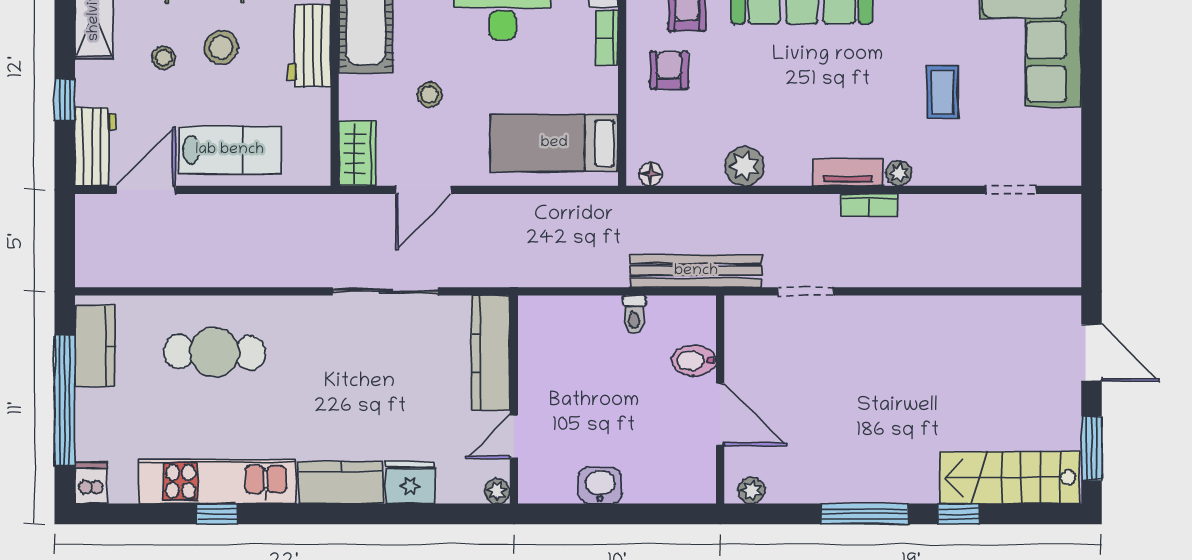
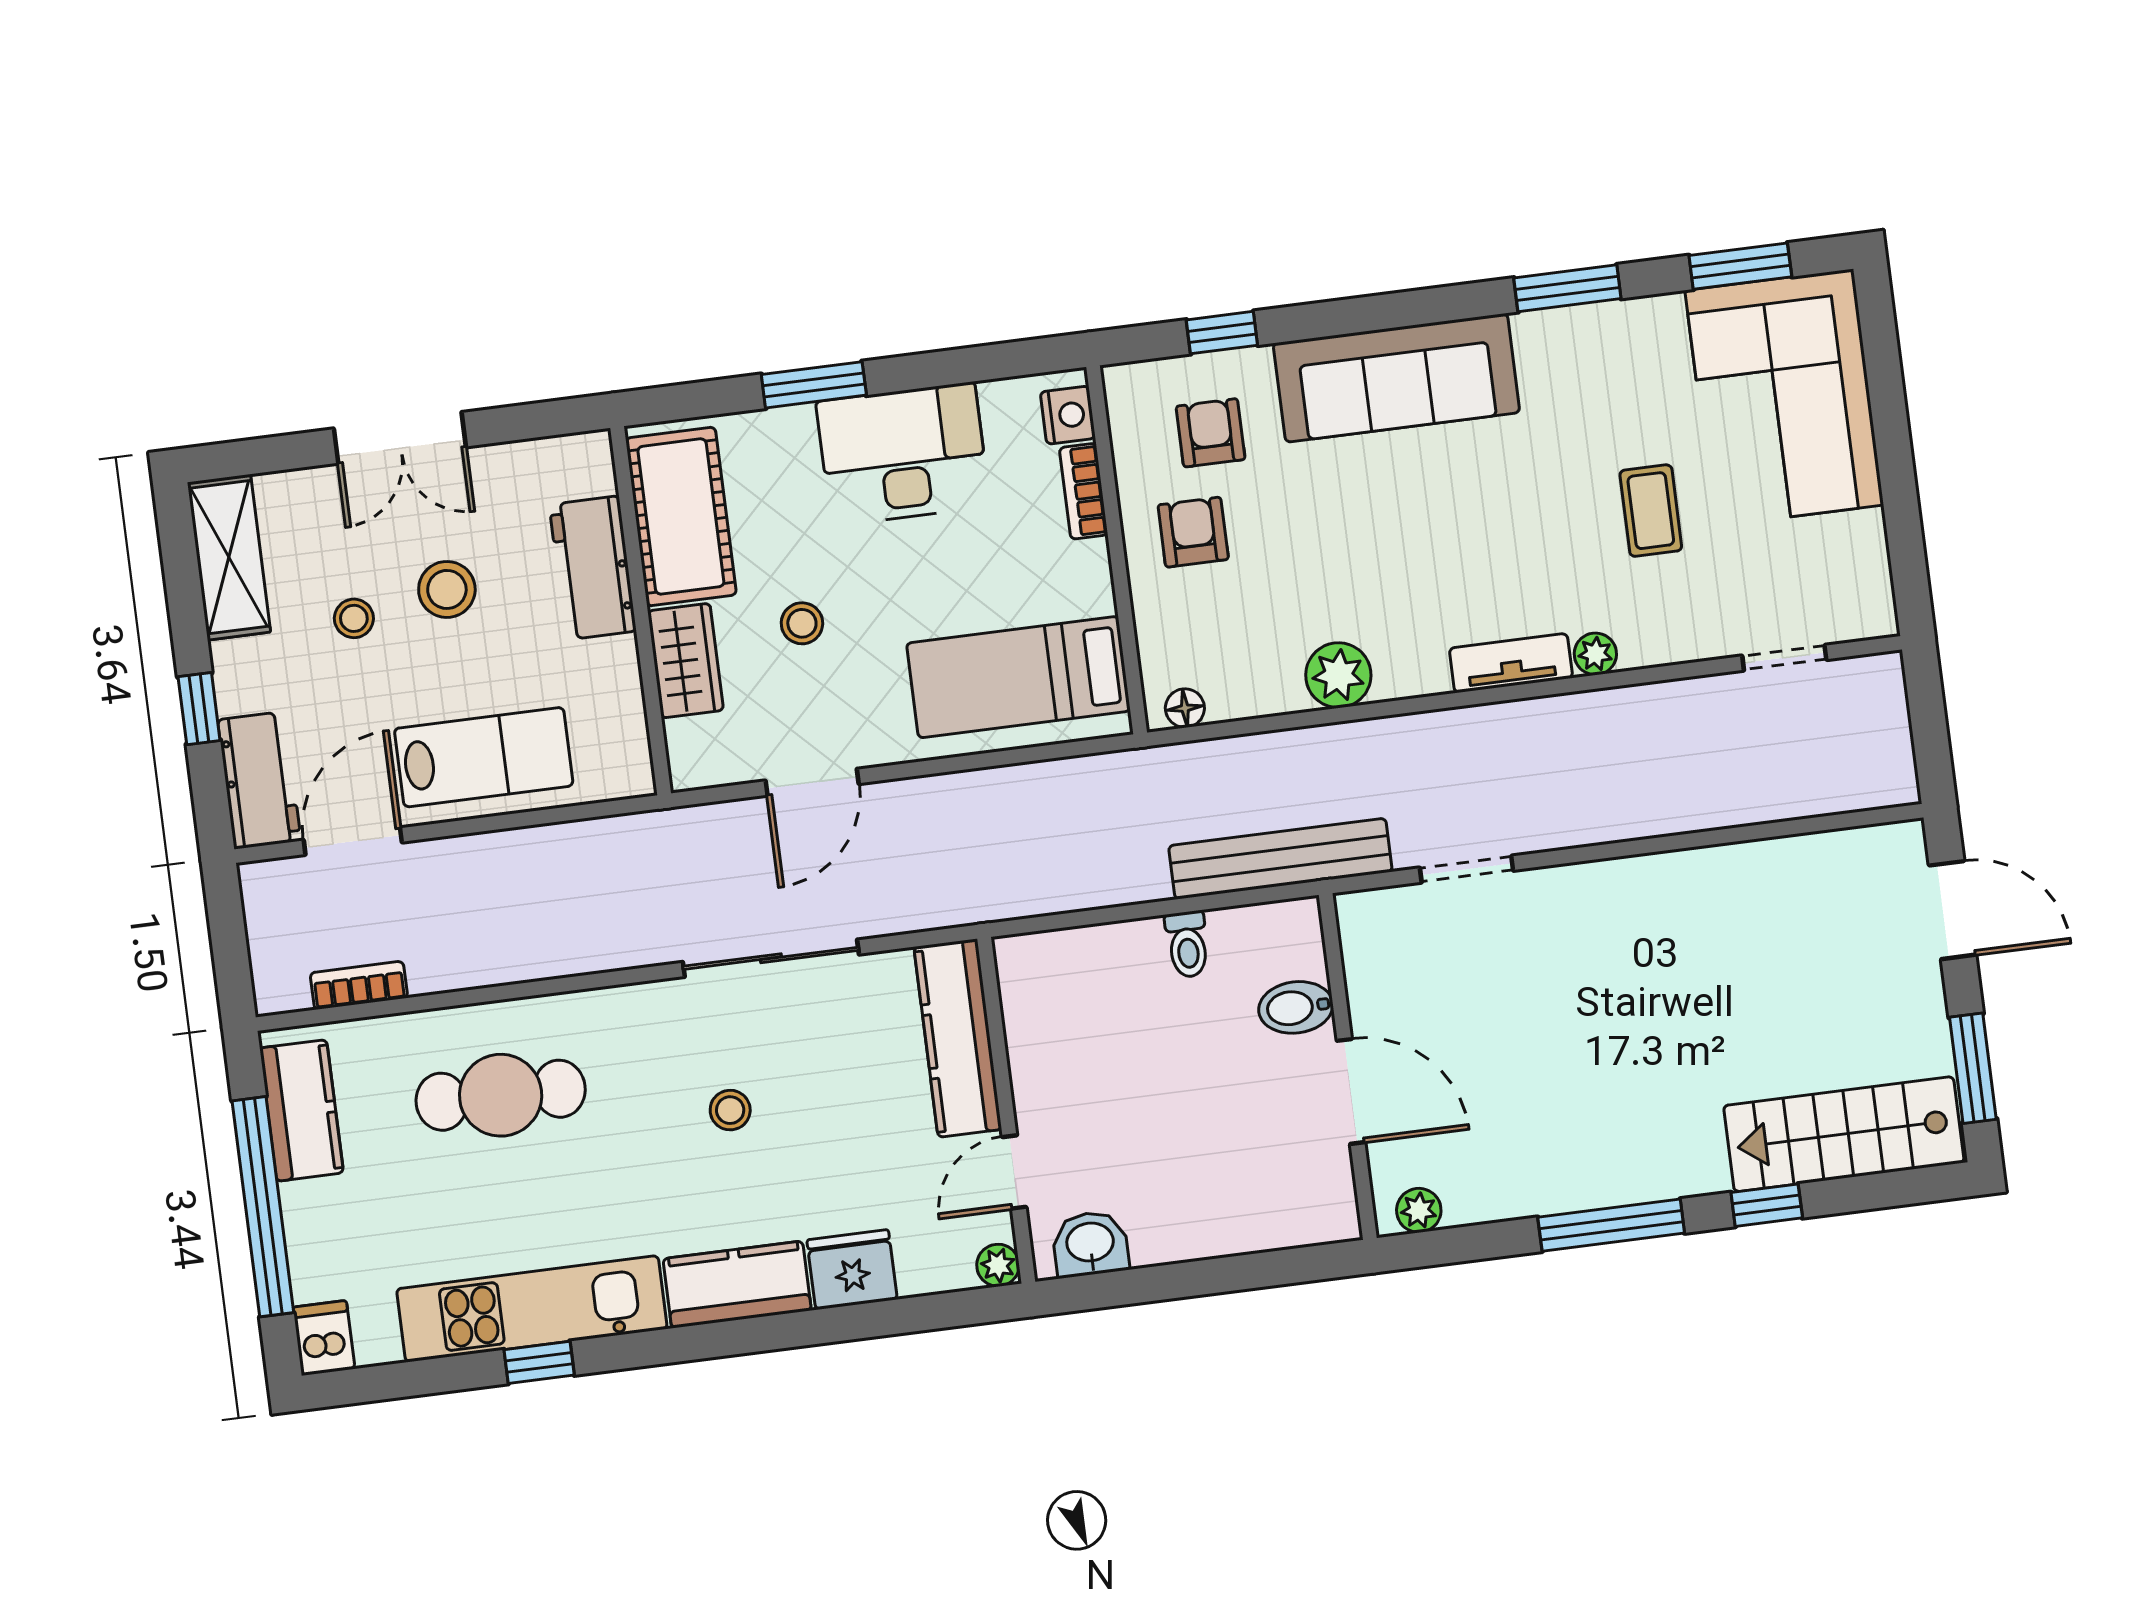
wardrobe: (358, 153) -> (686, 661), moved
bookcase: (869, 205) -> (359, 985), moved, turned 180
stool: (350, 378) -> (730, 1110), added
washbasin: (600, 485) -> (1090, 1244), moved

